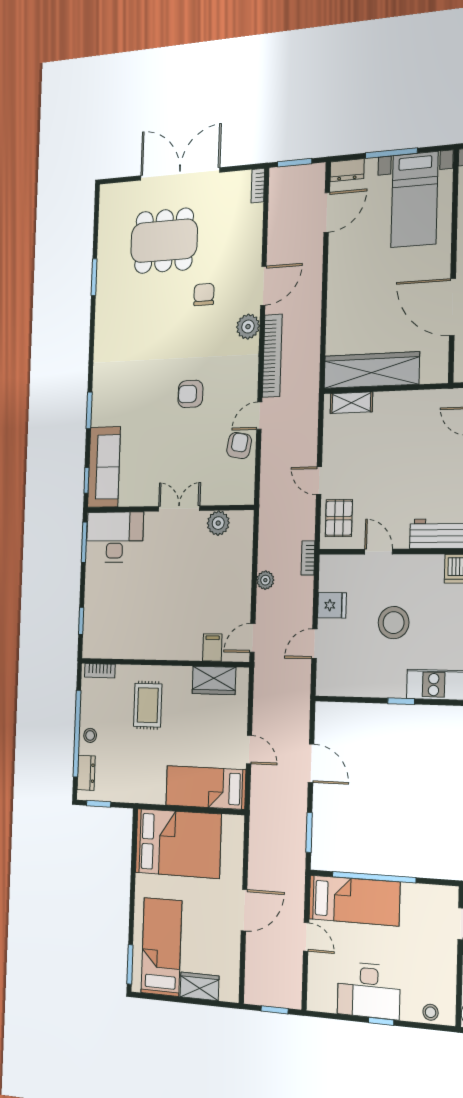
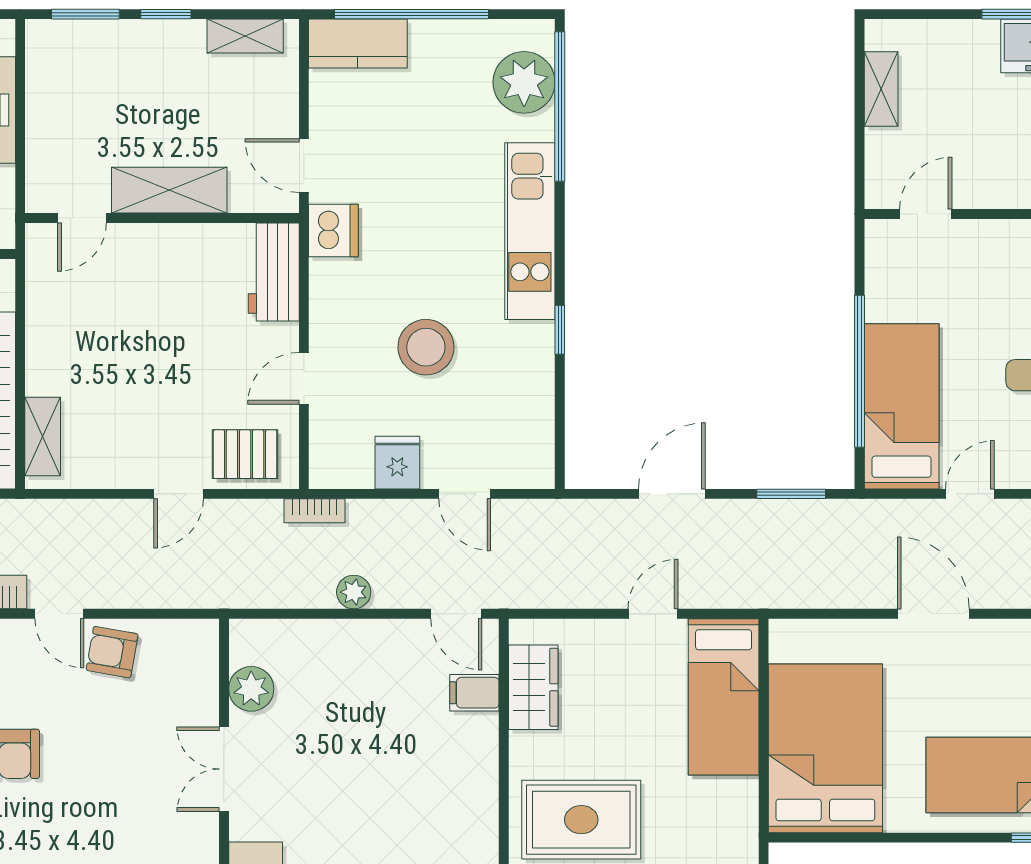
rug: (148, 705) -> (581, 820), width x1.36, depth x1.43

